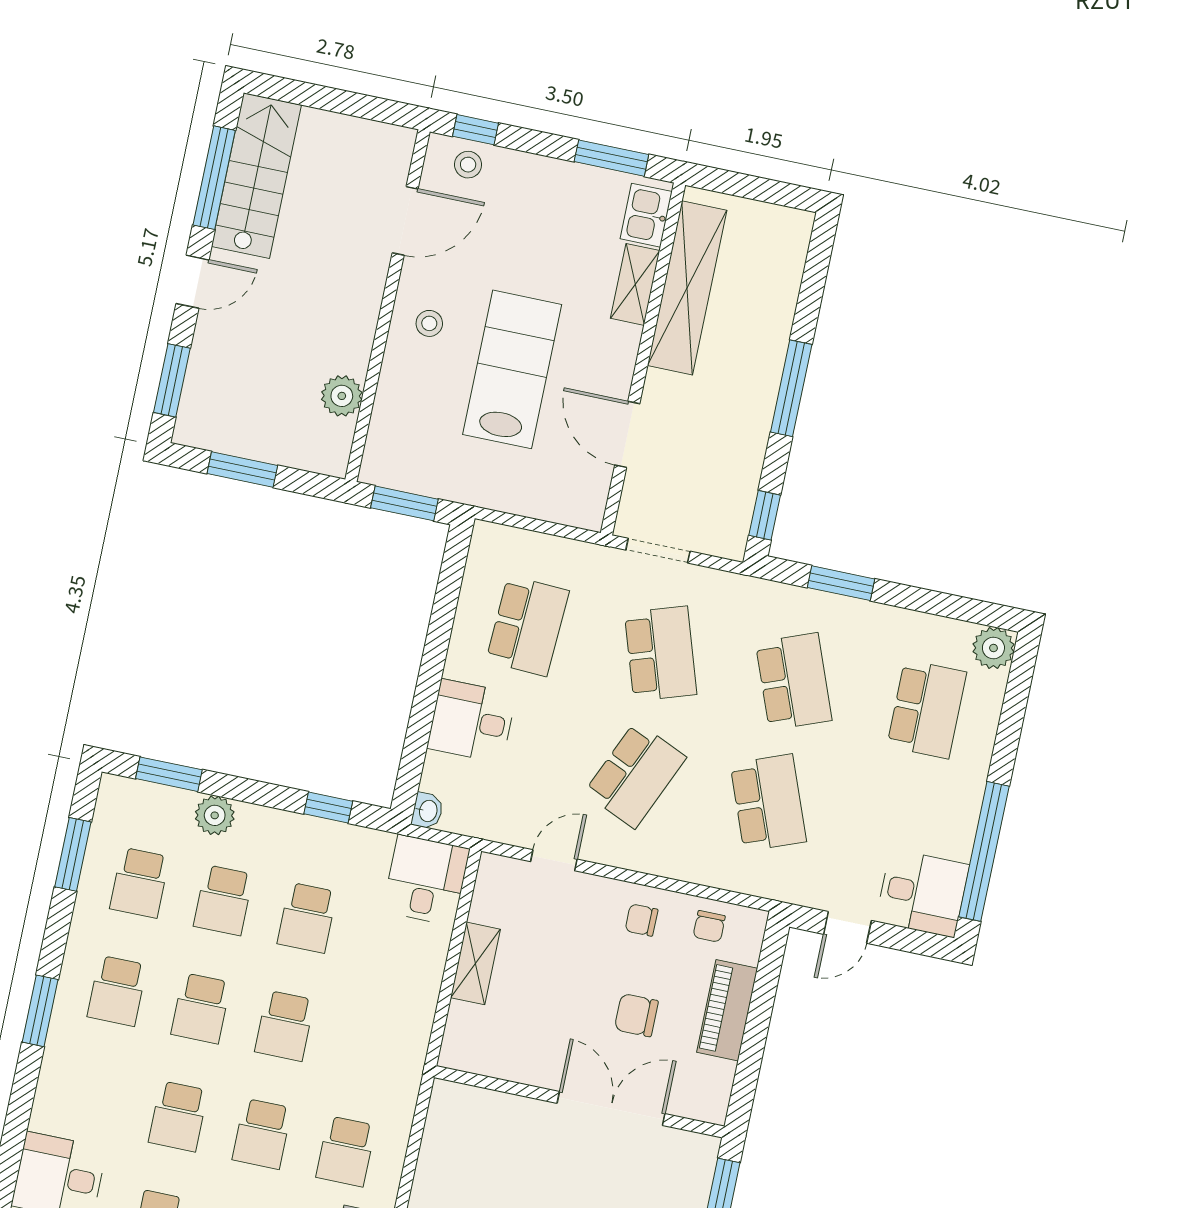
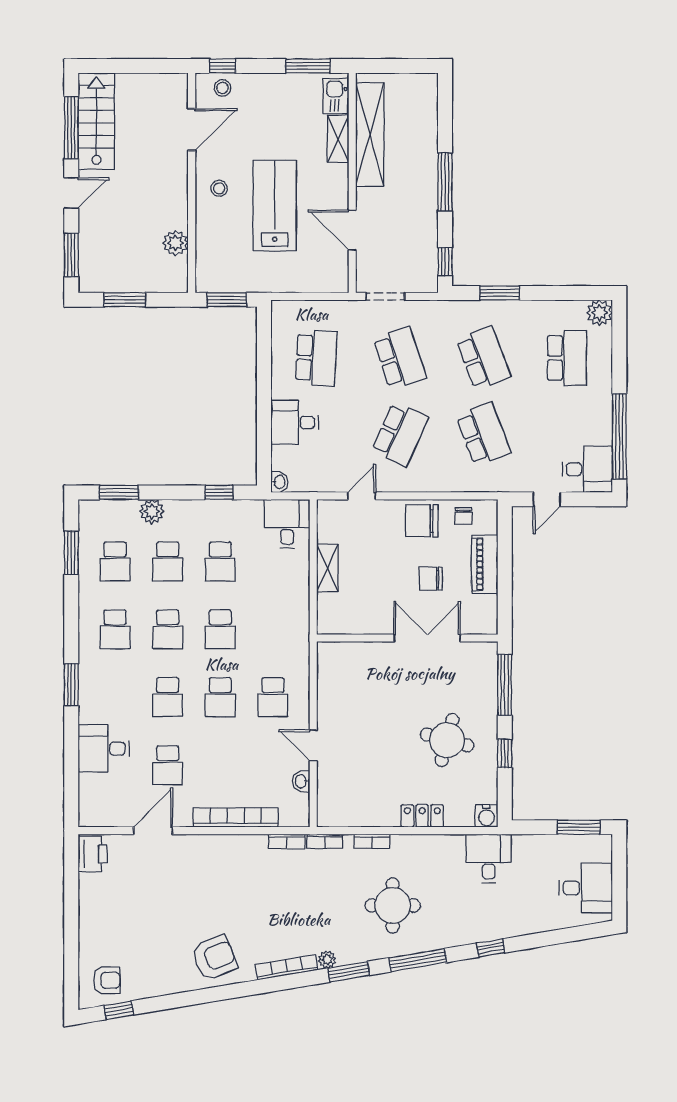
chair: (642, 920) -> (422, 521), width x1.87, depth x1.87
window: (40, 1011) -> (71, 685), moved

